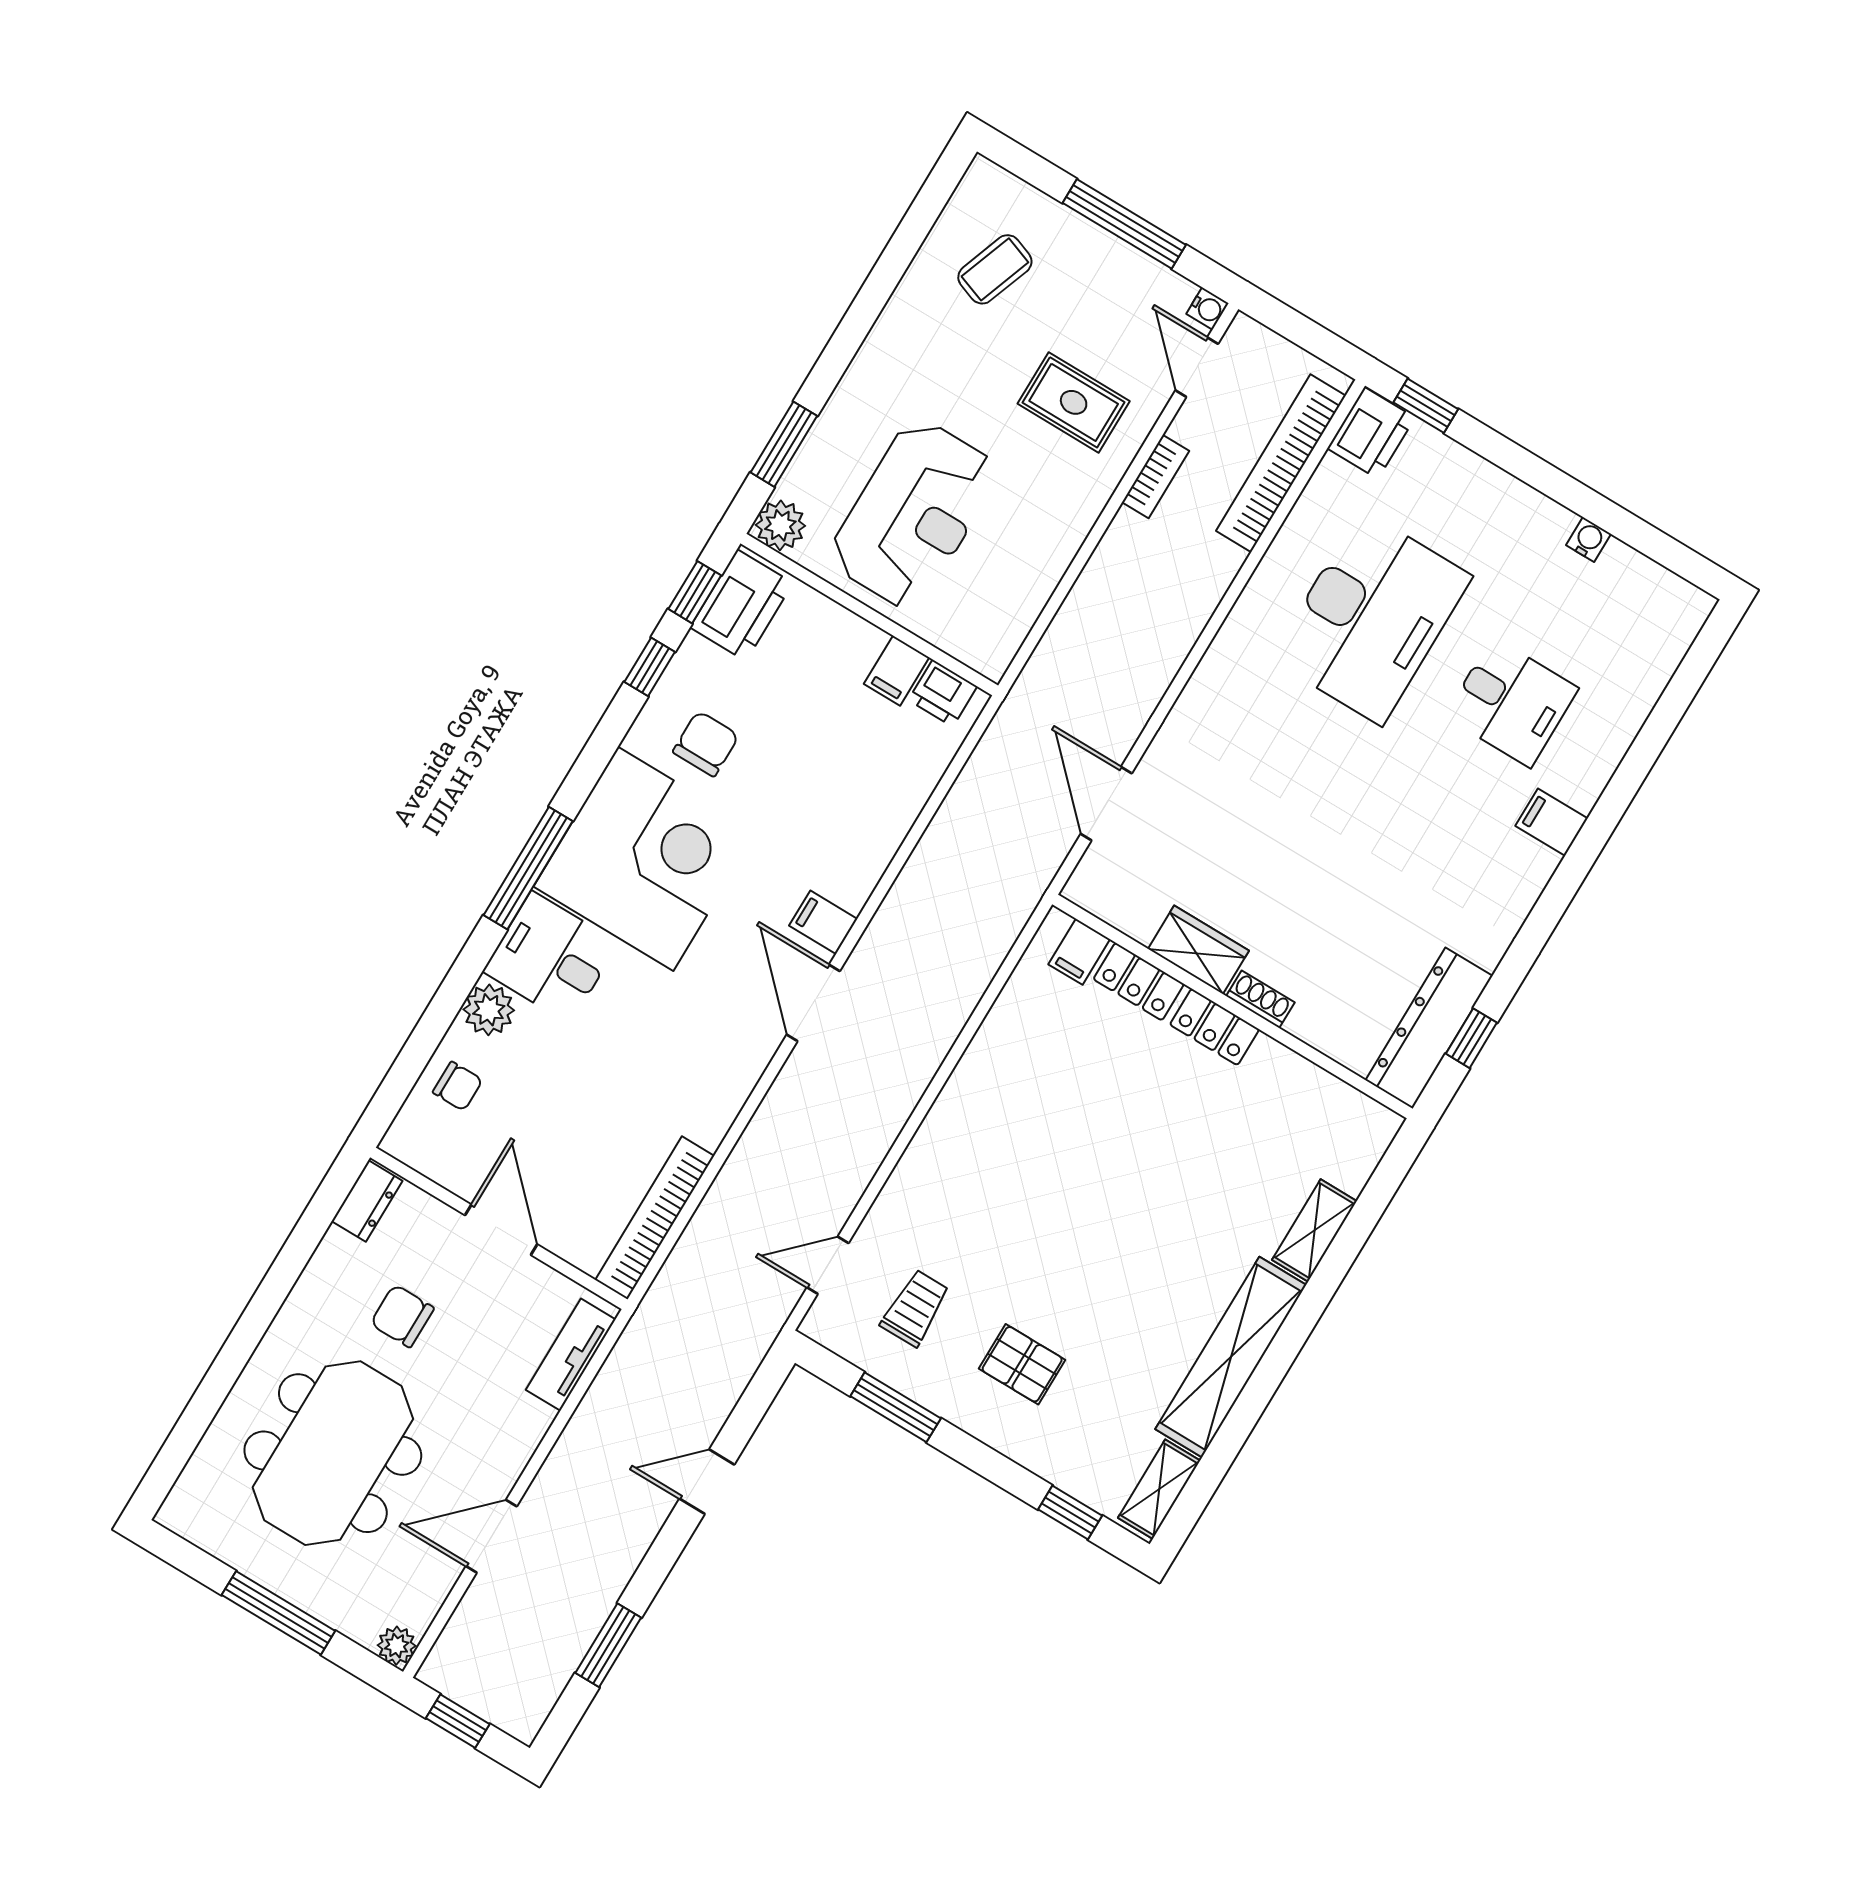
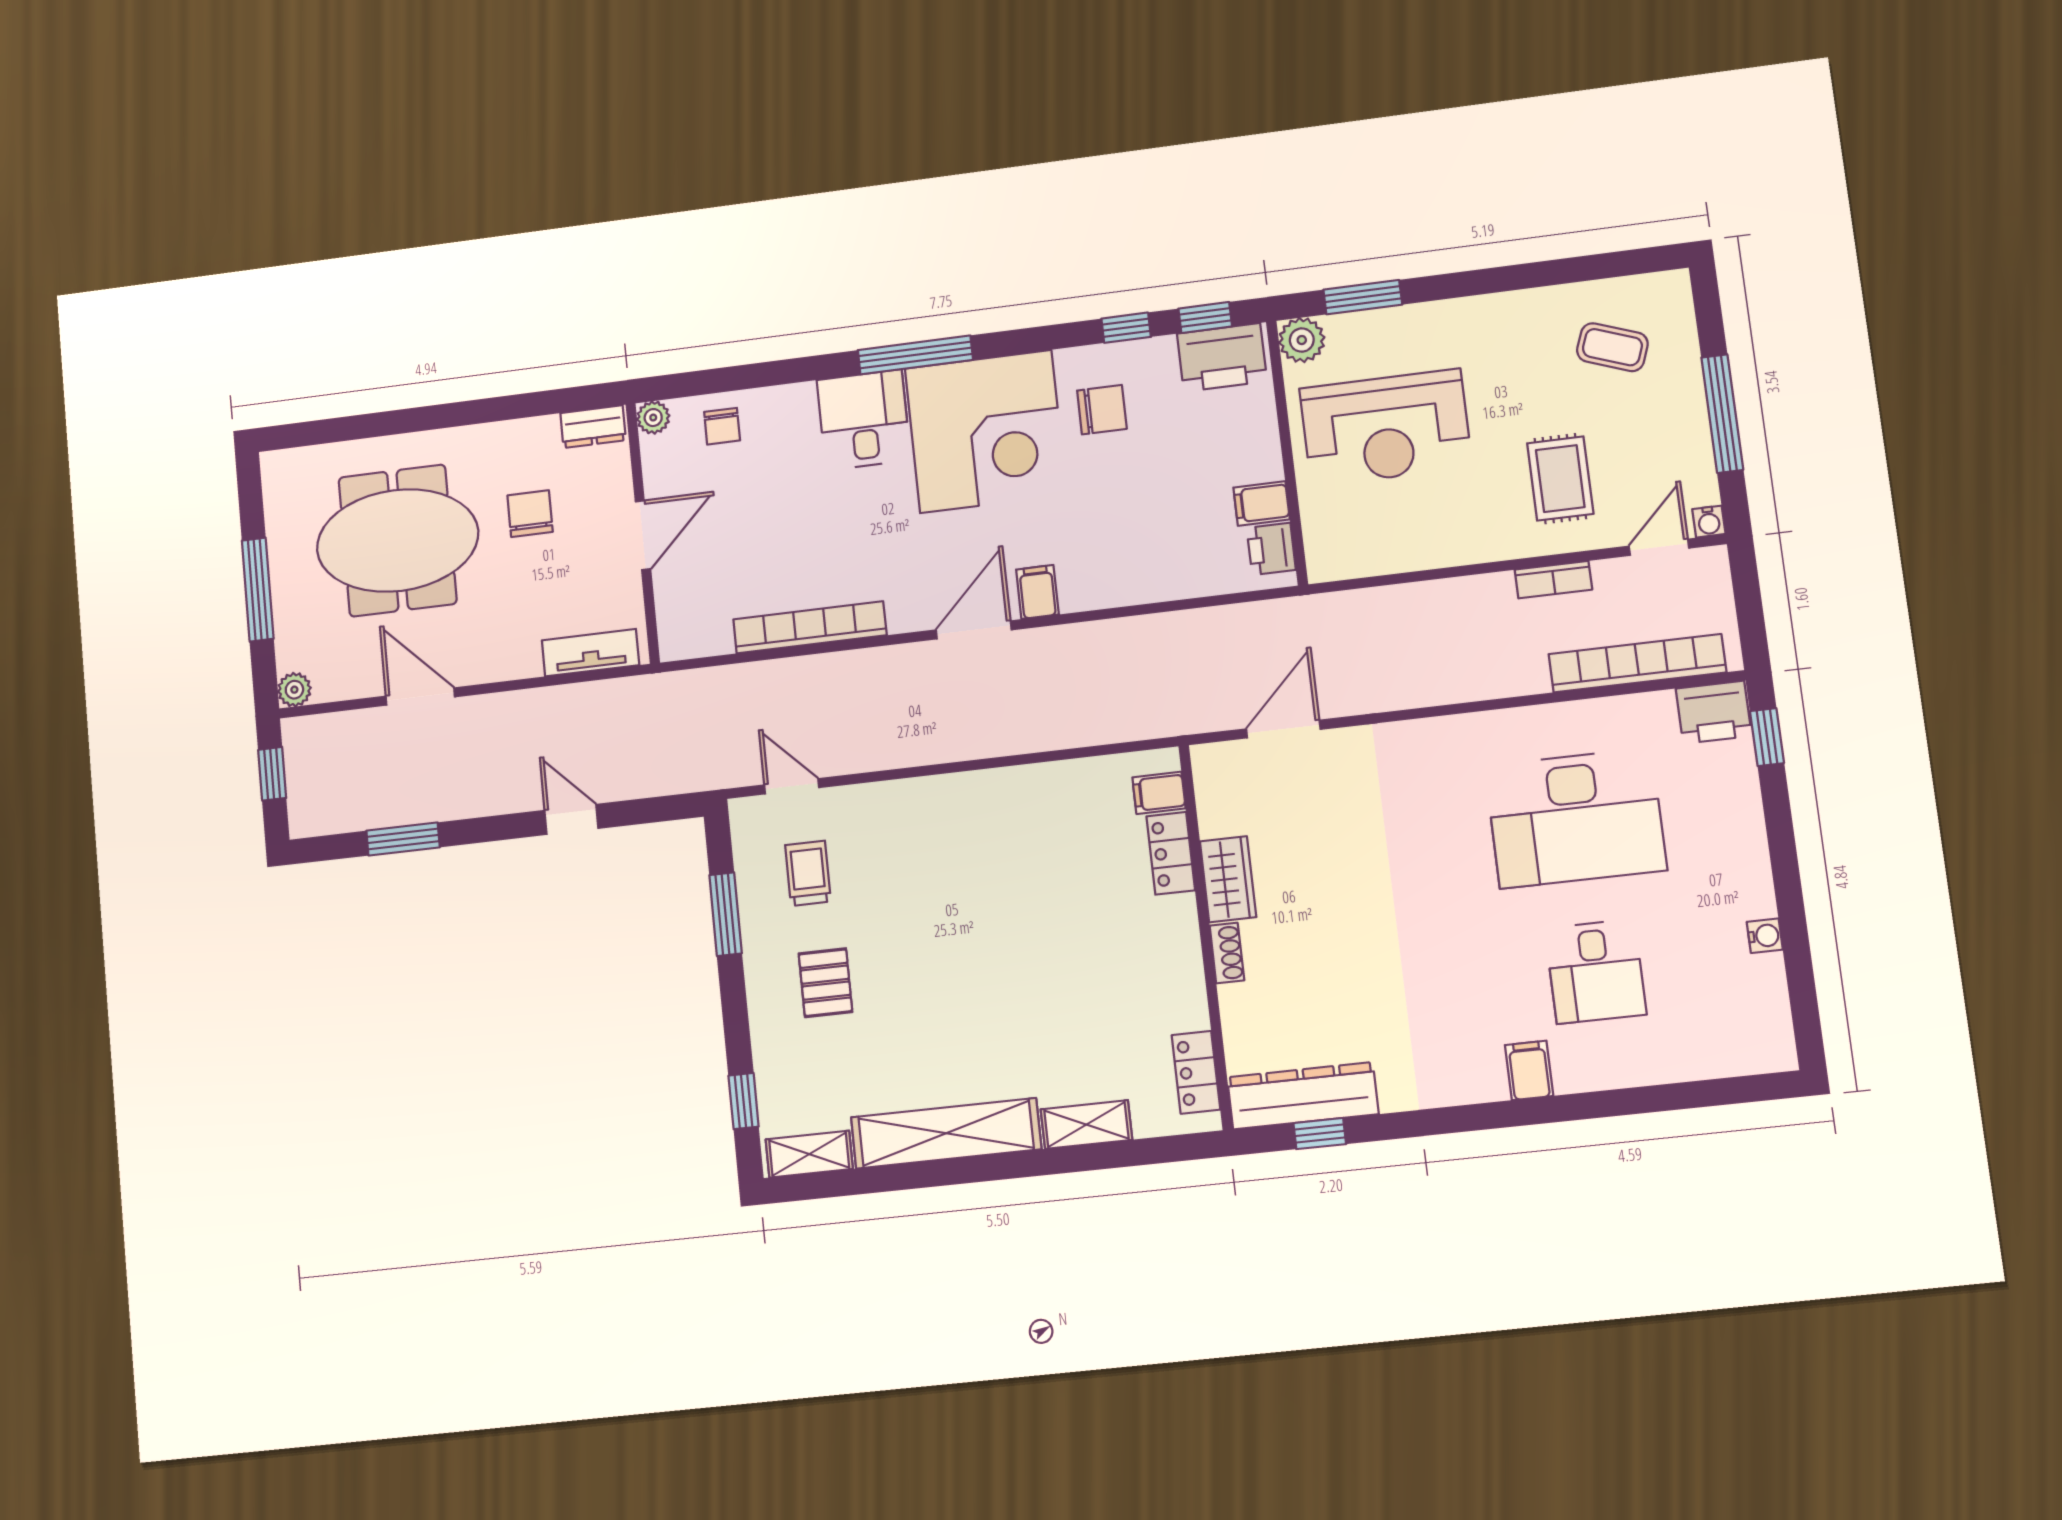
plant: (489, 1010) -> (653, 418), moved, width x0.73, depth x0.73
locker: (1214, 1027) -> (1196, 1072), moved
bookcase: (655, 1218) -> (810, 627), moved
trolley: (915, 1308) -> (808, 873), turned -90

